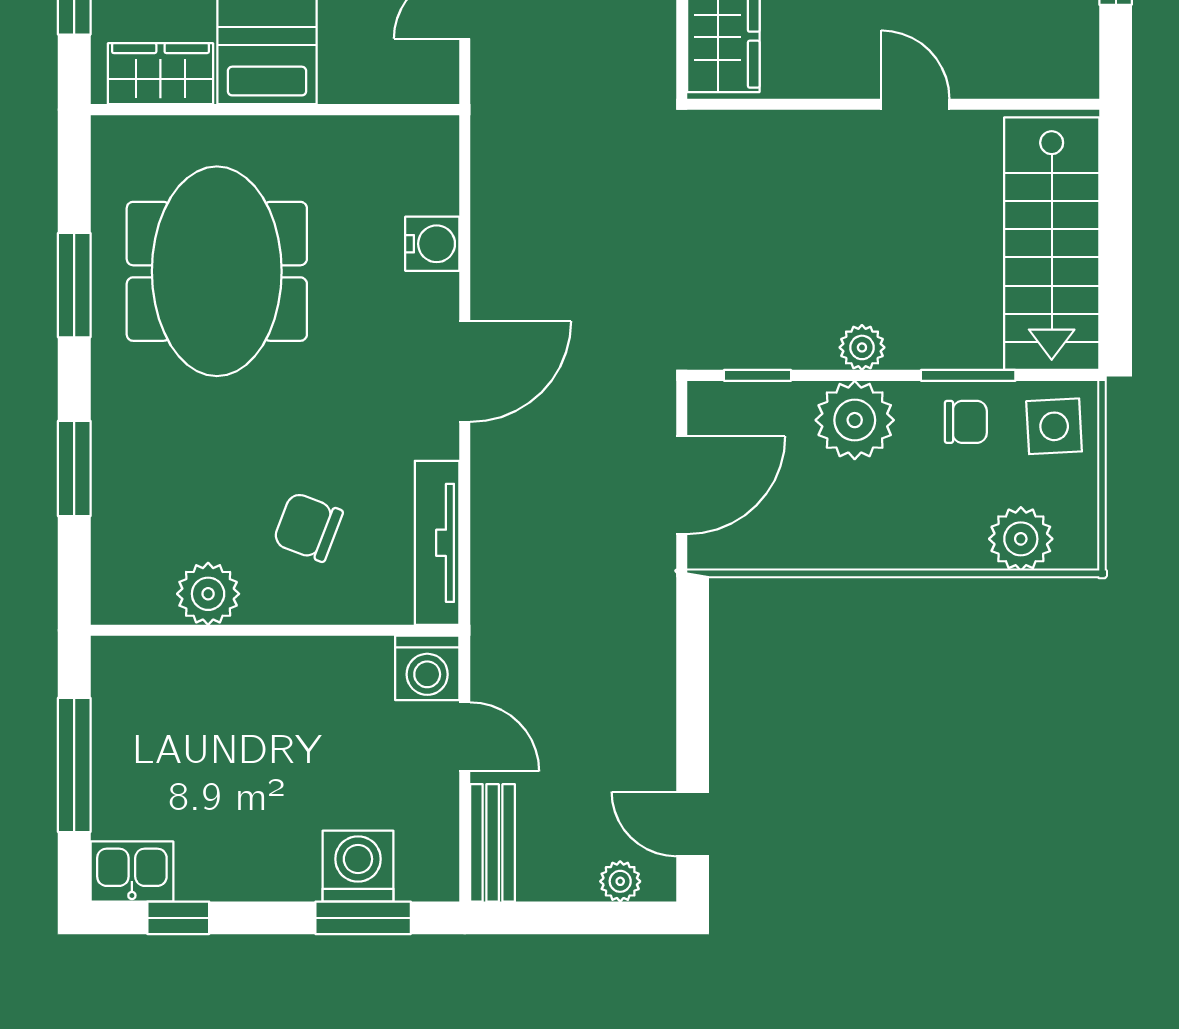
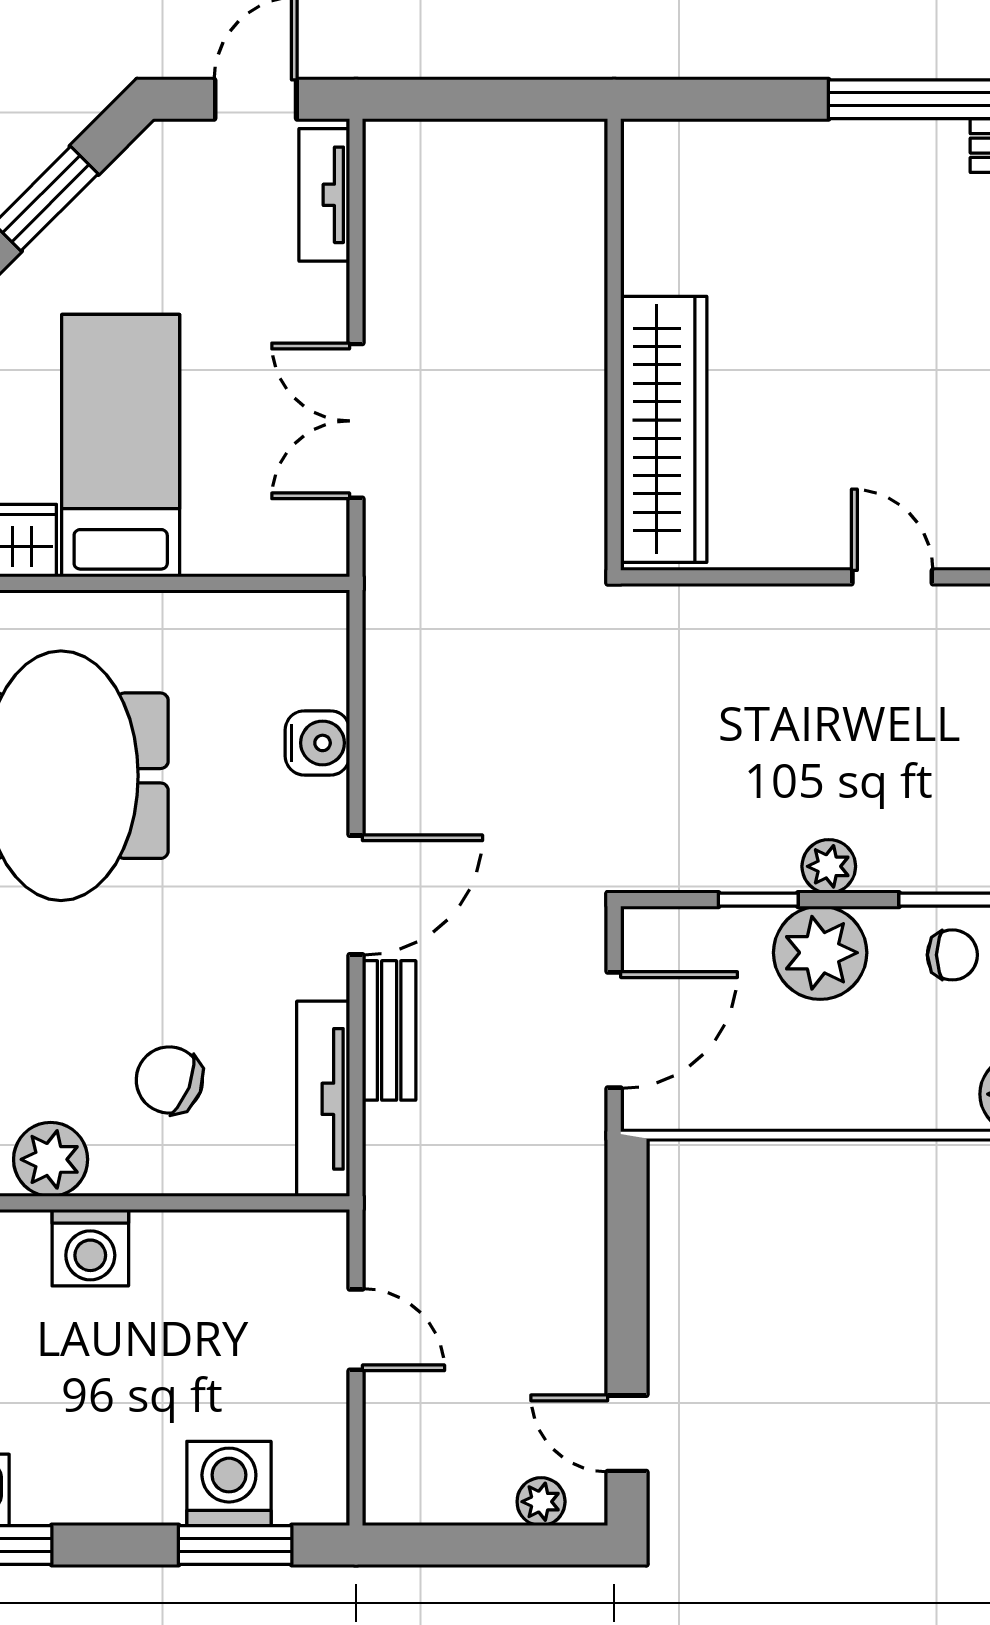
window: (757, 375) -> (758, 900), moved
washing machine: (427, 668) -> (90, 1248), moved
bench: (493, 843) -> (389, 1030), moved

